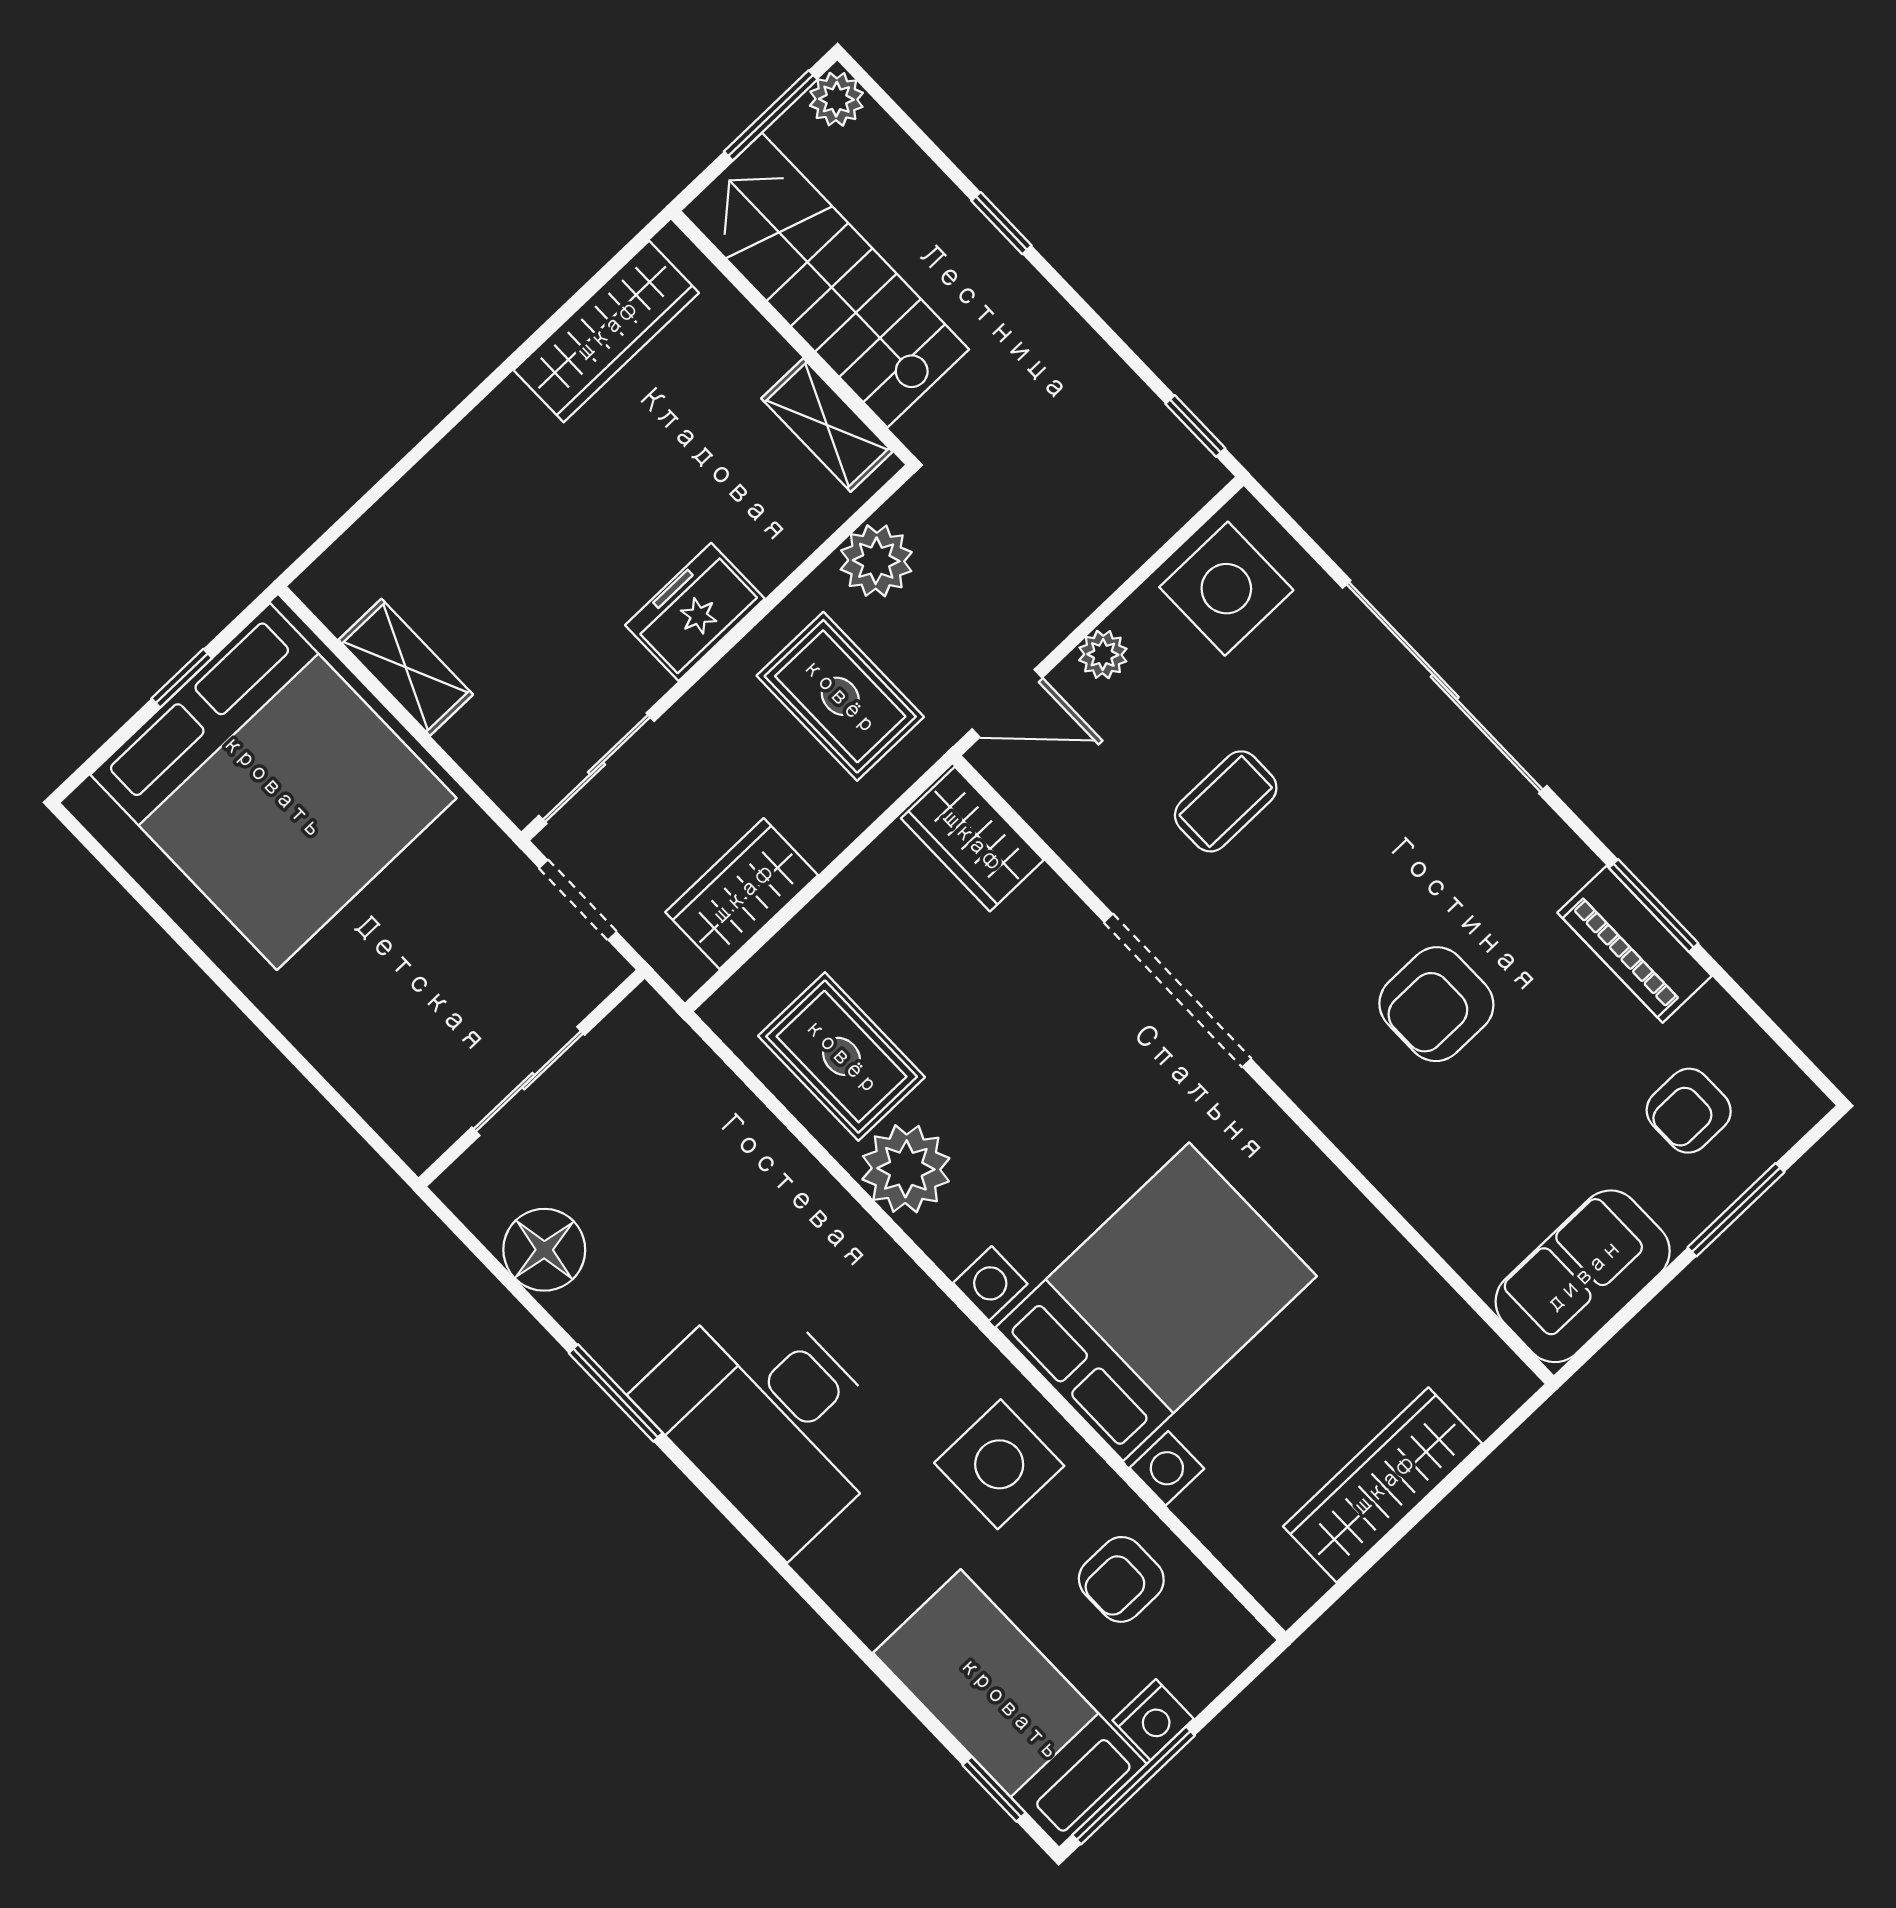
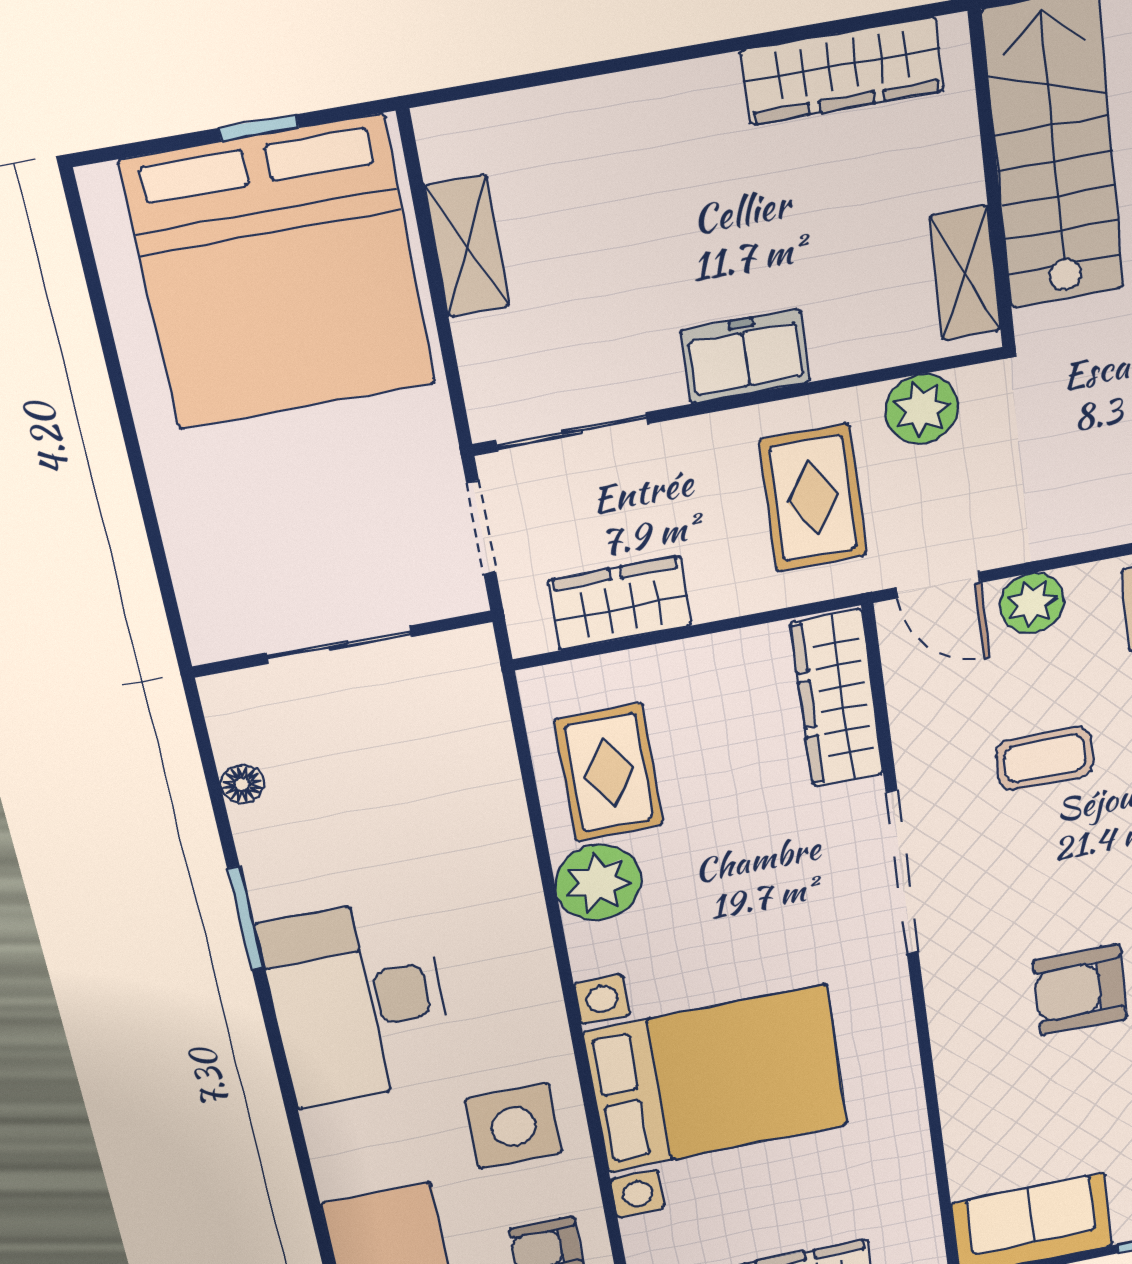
plant: (1103, 654) -> (1032, 603), width x1.38, depth x1.38
wardrobe: (972, 839) -> (837, 699), width x1.50
floor lamp: (544, 1250) -> (242, 784), width x0.53, depth x0.53

